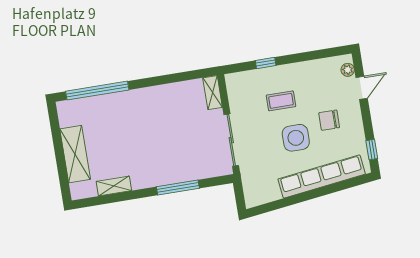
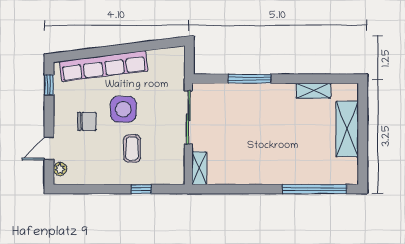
coffee table: (281, 101) -> (132, 149), turned 90

